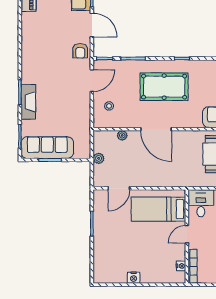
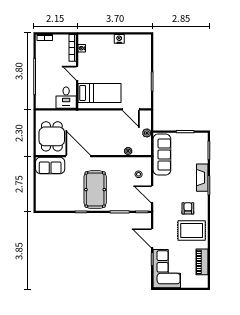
rug: (42, 35) -> (192, 230), added
armchair: (80, 51) -> (188, 208), moved
door: (92, 81) -> (152, 194), hinge flipped
pool table: (164, 87) -> (95, 190), turned 90
door: (156, 129) -> (78, 156), moved
sofa: (47, 148) -> (162, 155), moved, turned -90
door: (119, 188) -> (131, 109), swing flipped
door: (187, 234) -> (77, 73), swing flipped

